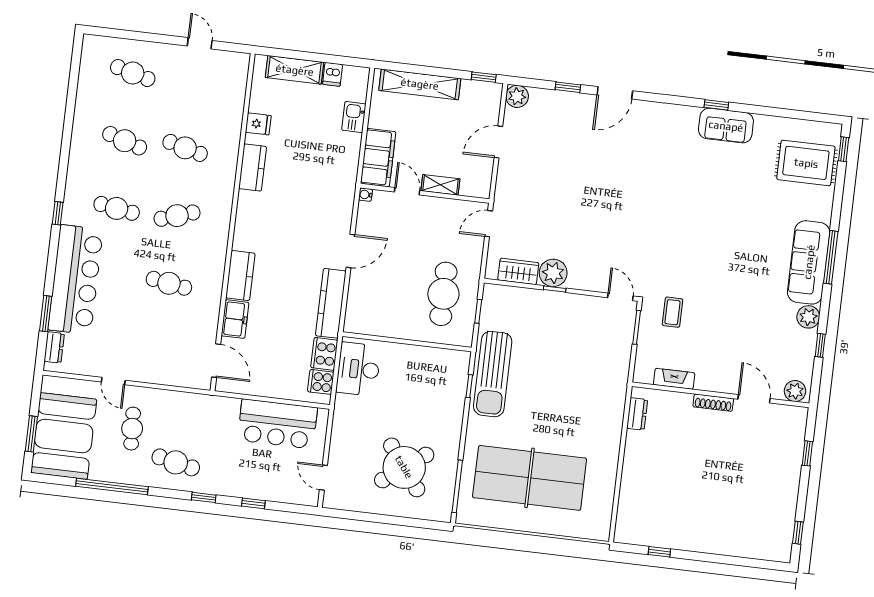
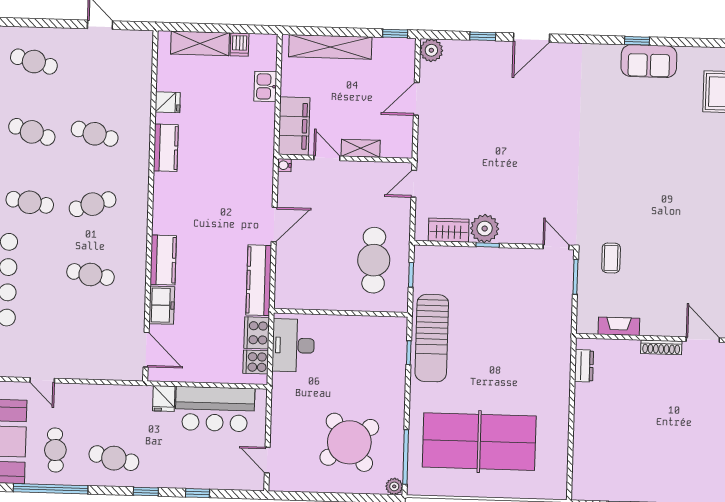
fridge: (229, 409) -> (164, 399), added
cafe table: (132, 429) -> (55, 450), moved
plant: (444, 514) -> (394, 486), added

